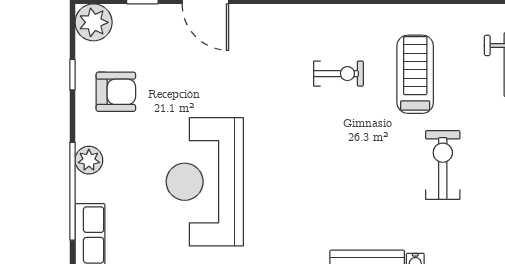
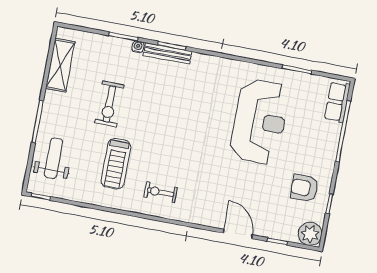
exercise bike: (338, 74) -> (161, 192), moved
plant: (89, 160) -> (329, 149), removed

